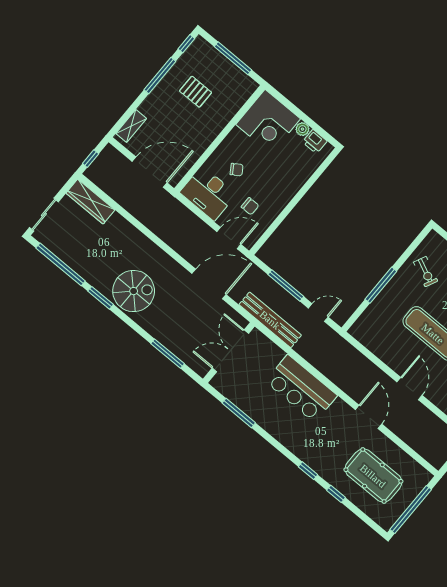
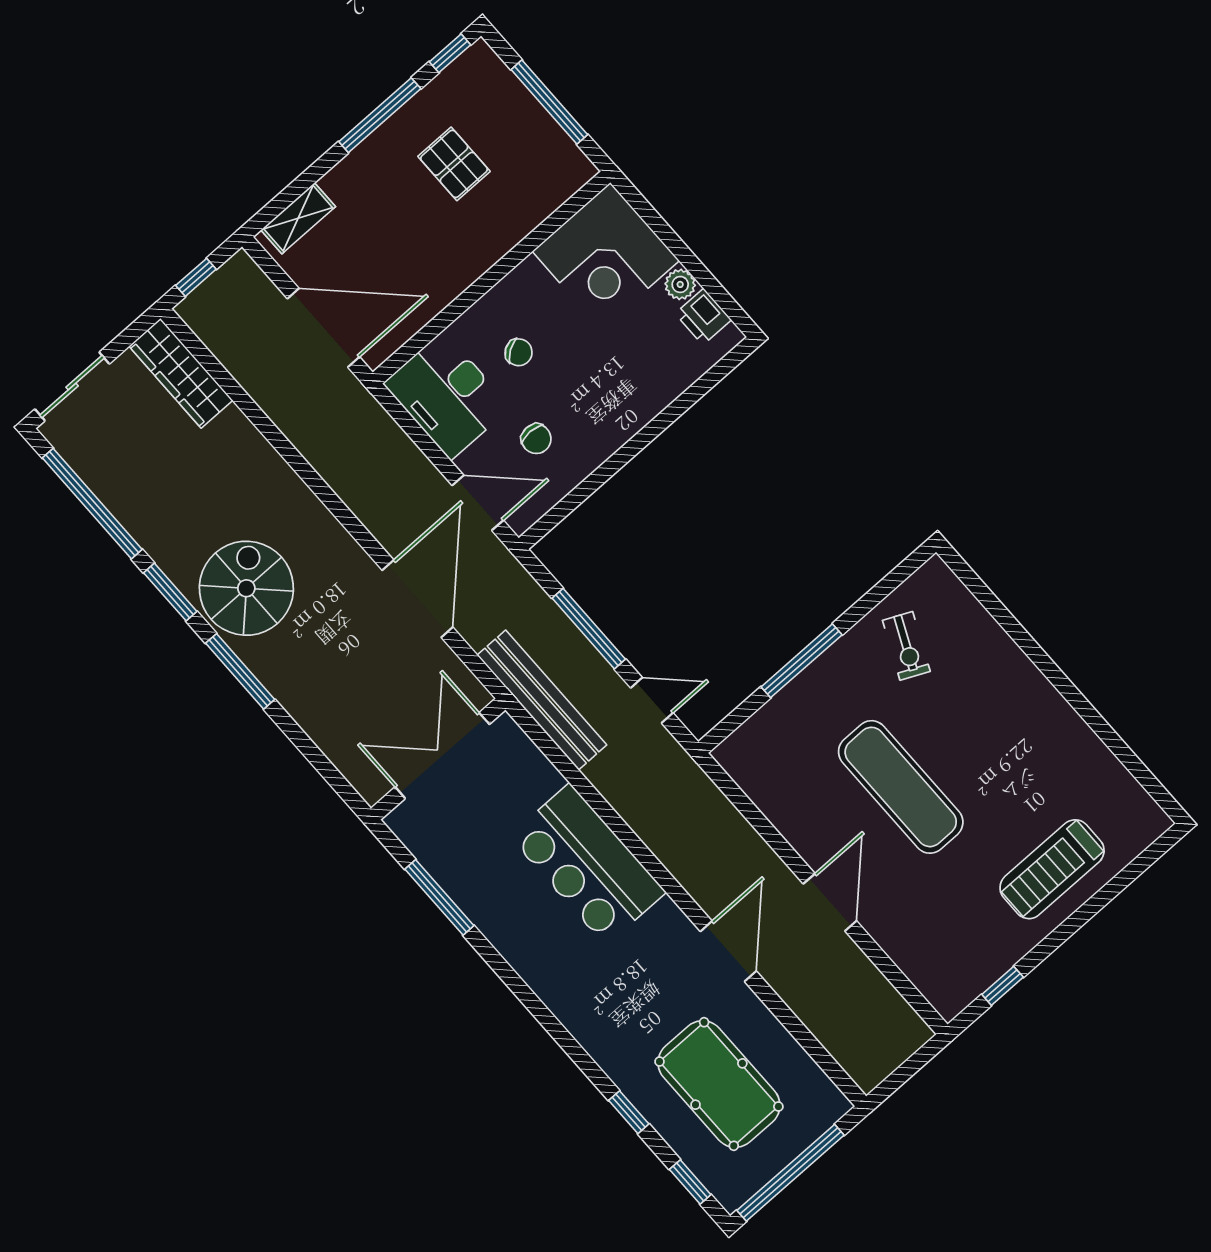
door: (209, 284) -> (417, 599), hinge flipped
spiral stairs: (134, 291) -> (246, 588), turned -90
window: (168, 354) -> (240, 671), moved
window: (308, 471) -> (690, 1182), moved

